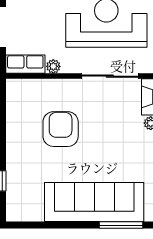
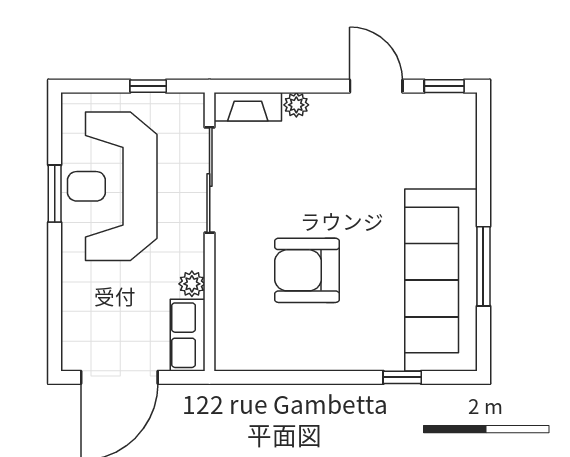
sofa: (94, 202) -> (441, 280), moved
window: (121, 225) -> (483, 266), moved

